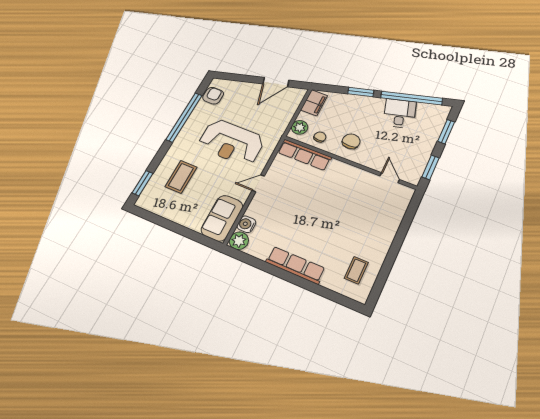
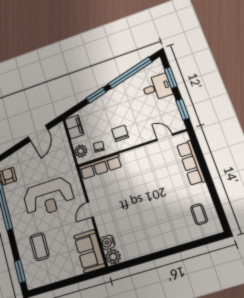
desk: (400, 113) -> (157, 87), moved, turned 105
row of seats: (295, 265) -> (191, 163), moved, turned -90

